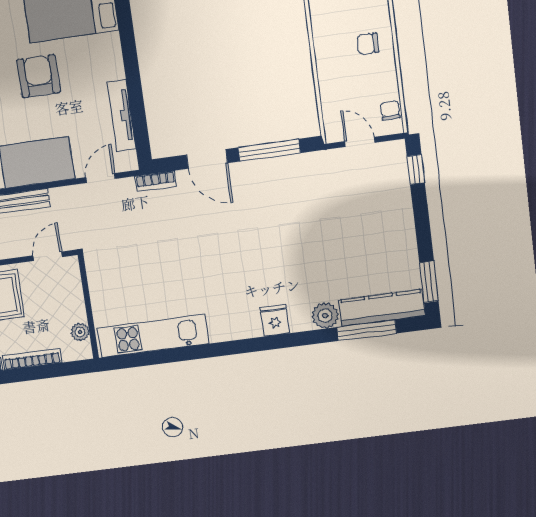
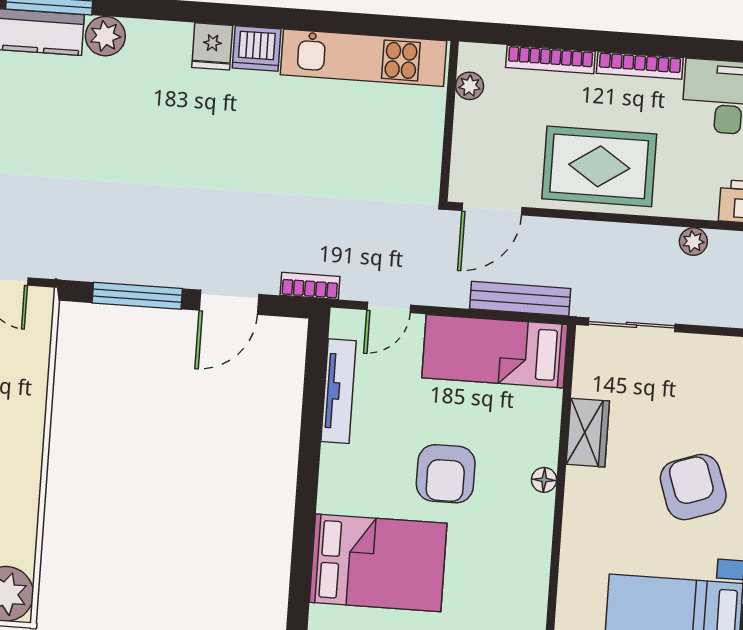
door: (207, 159) -> (229, 302), swing flipped
door: (48, 256) -> (492, 209), width x1.38
fridge: (275, 320) -> (212, 46), moved
dishwasher: (224, 328) -> (257, 48), added

